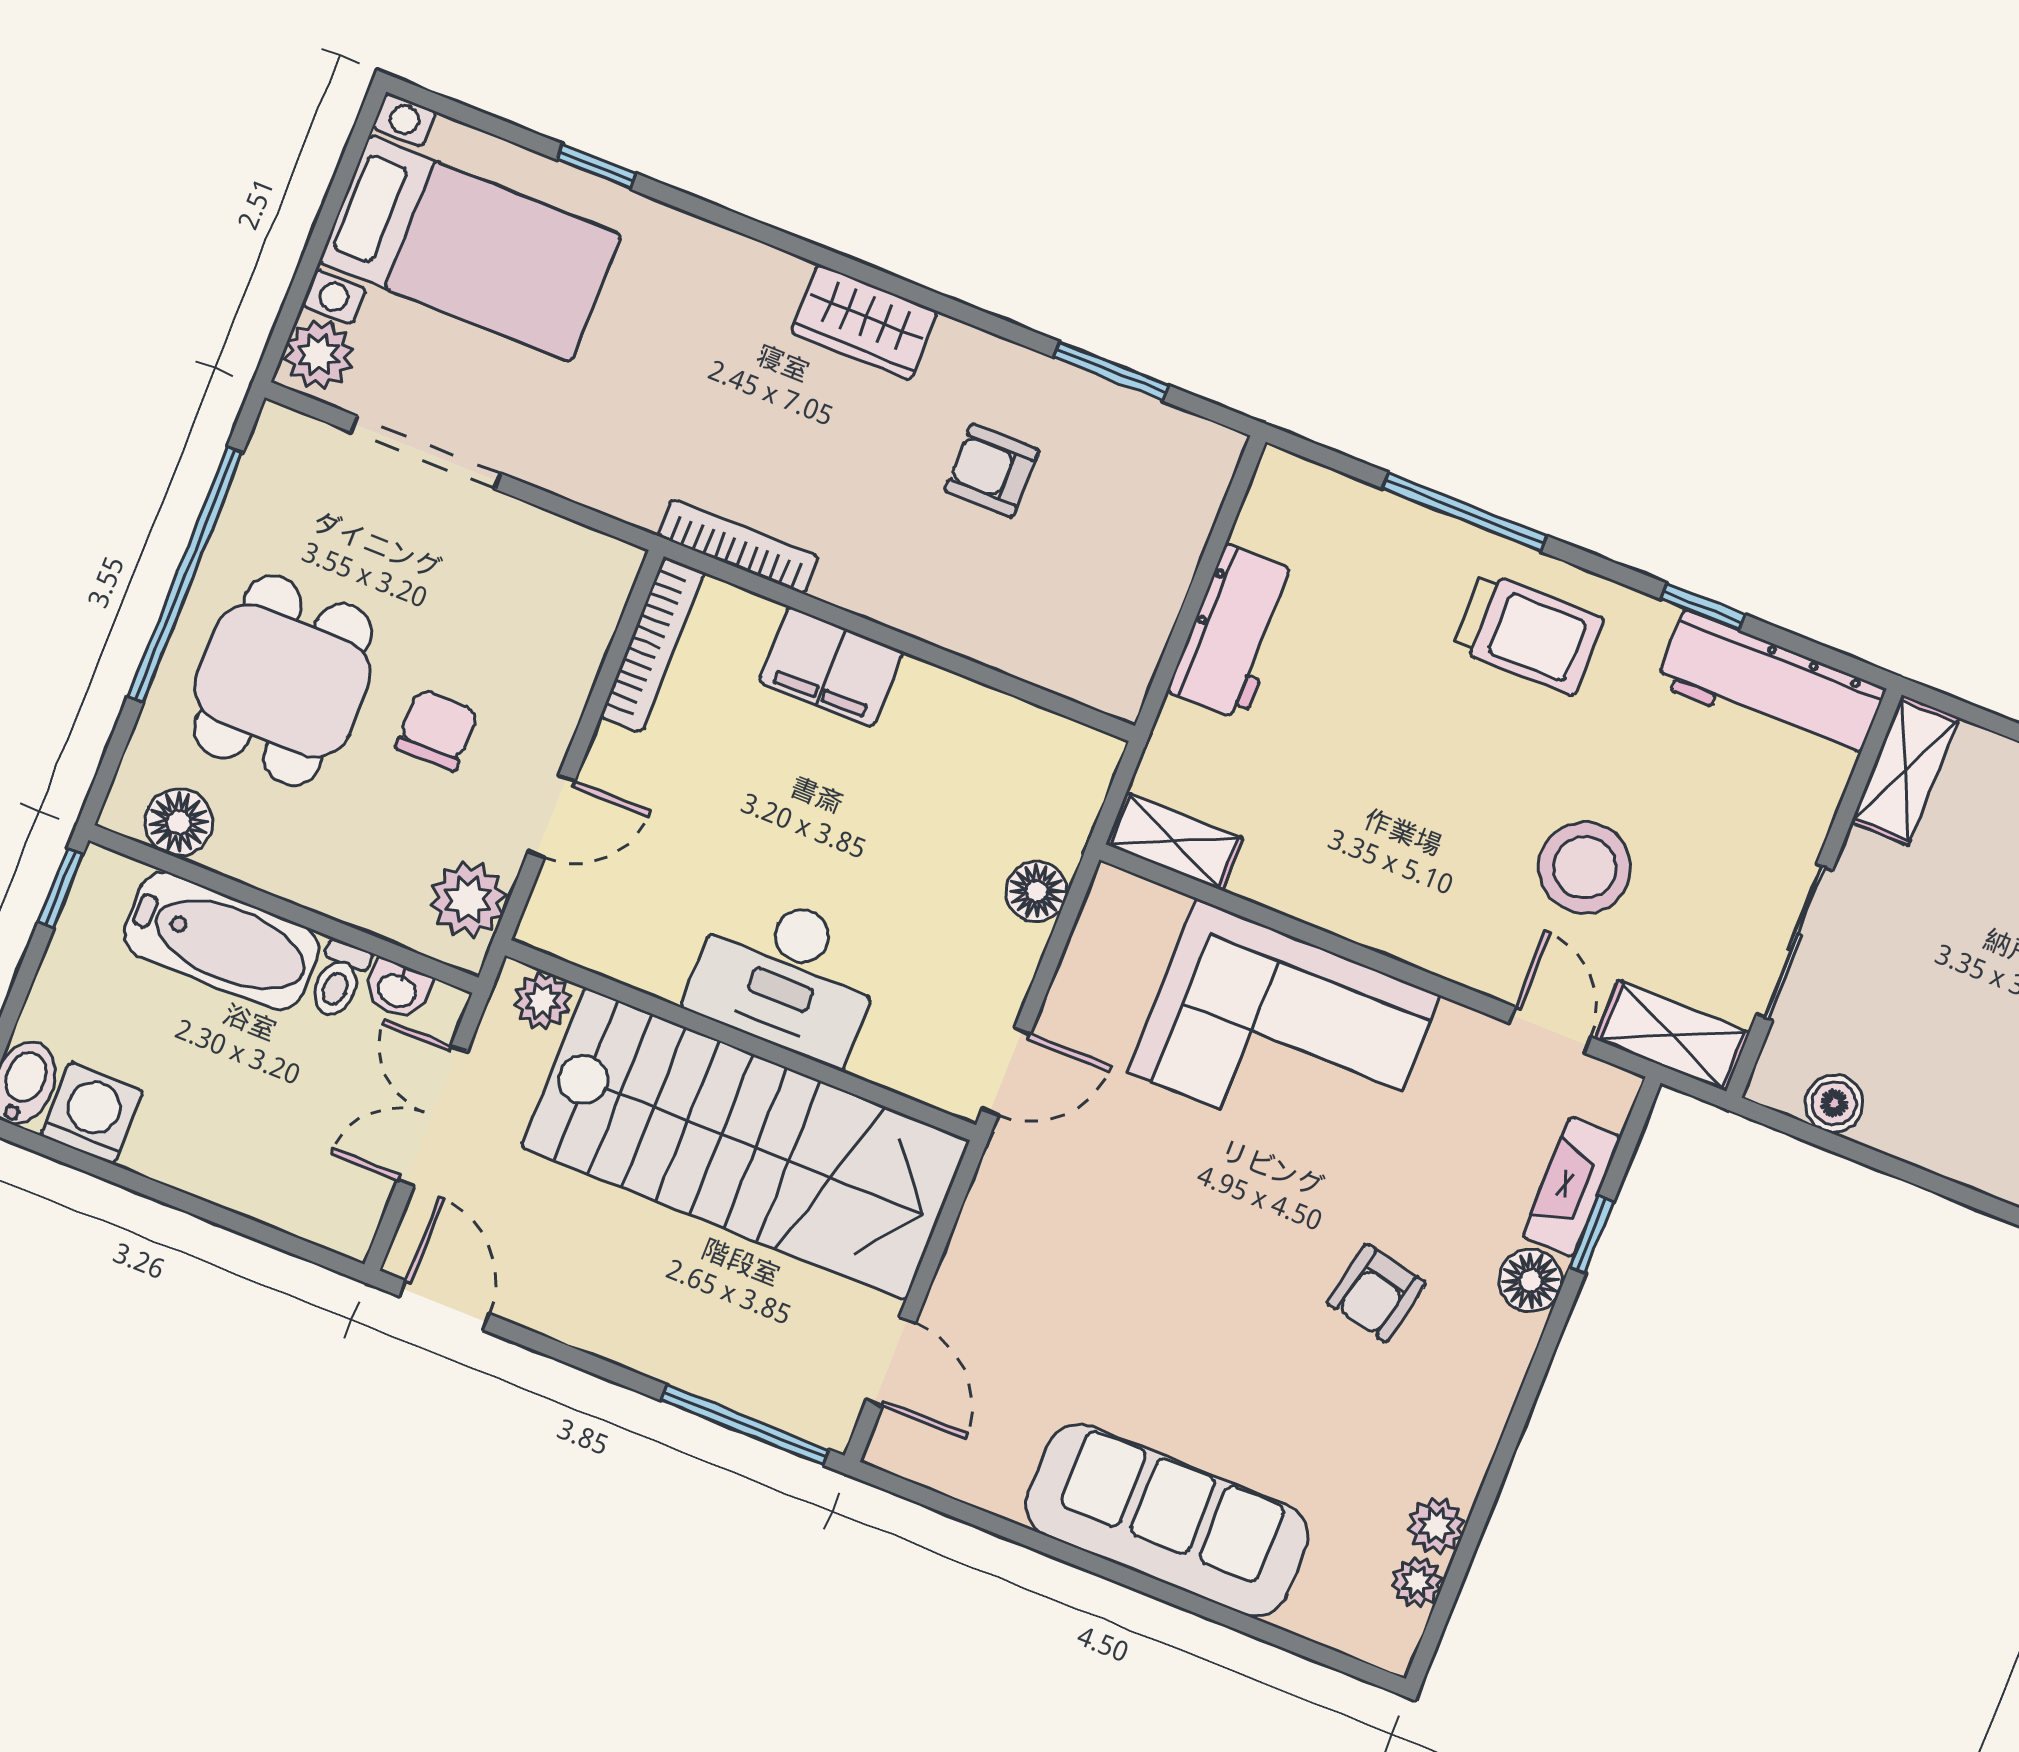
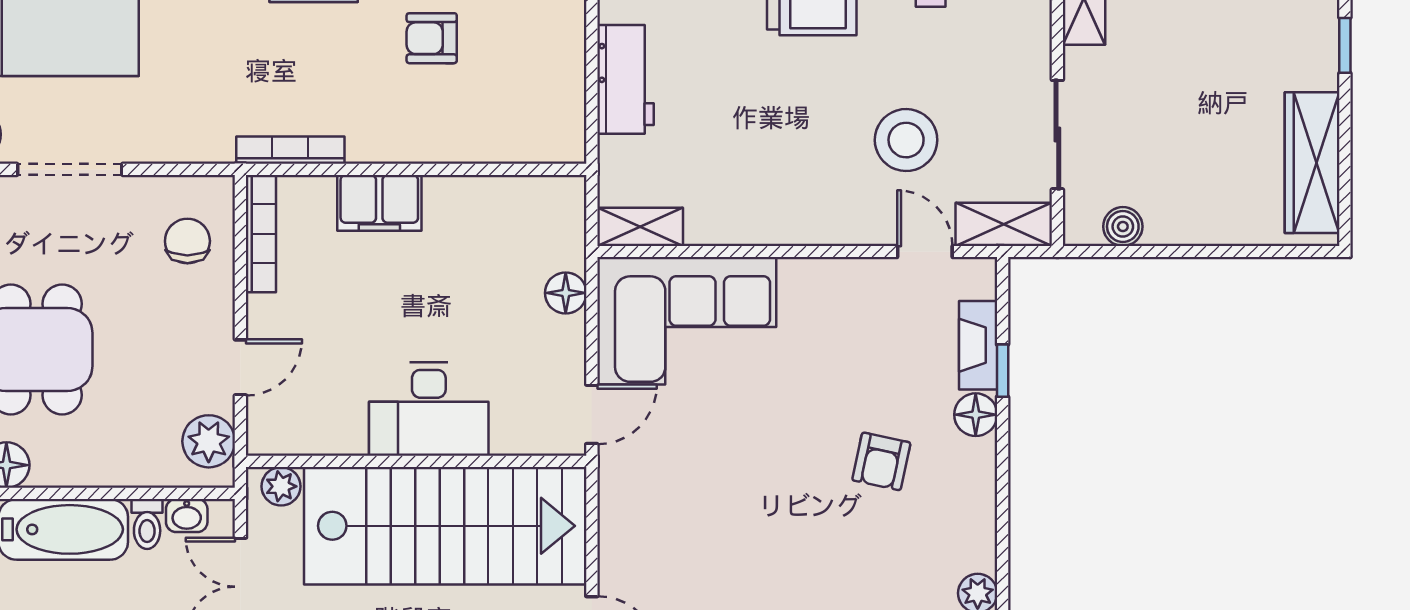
chair: (437, 730) -> (187, 241), moved
corner sofa: (1284, 1034) -> (687, 321), moved

